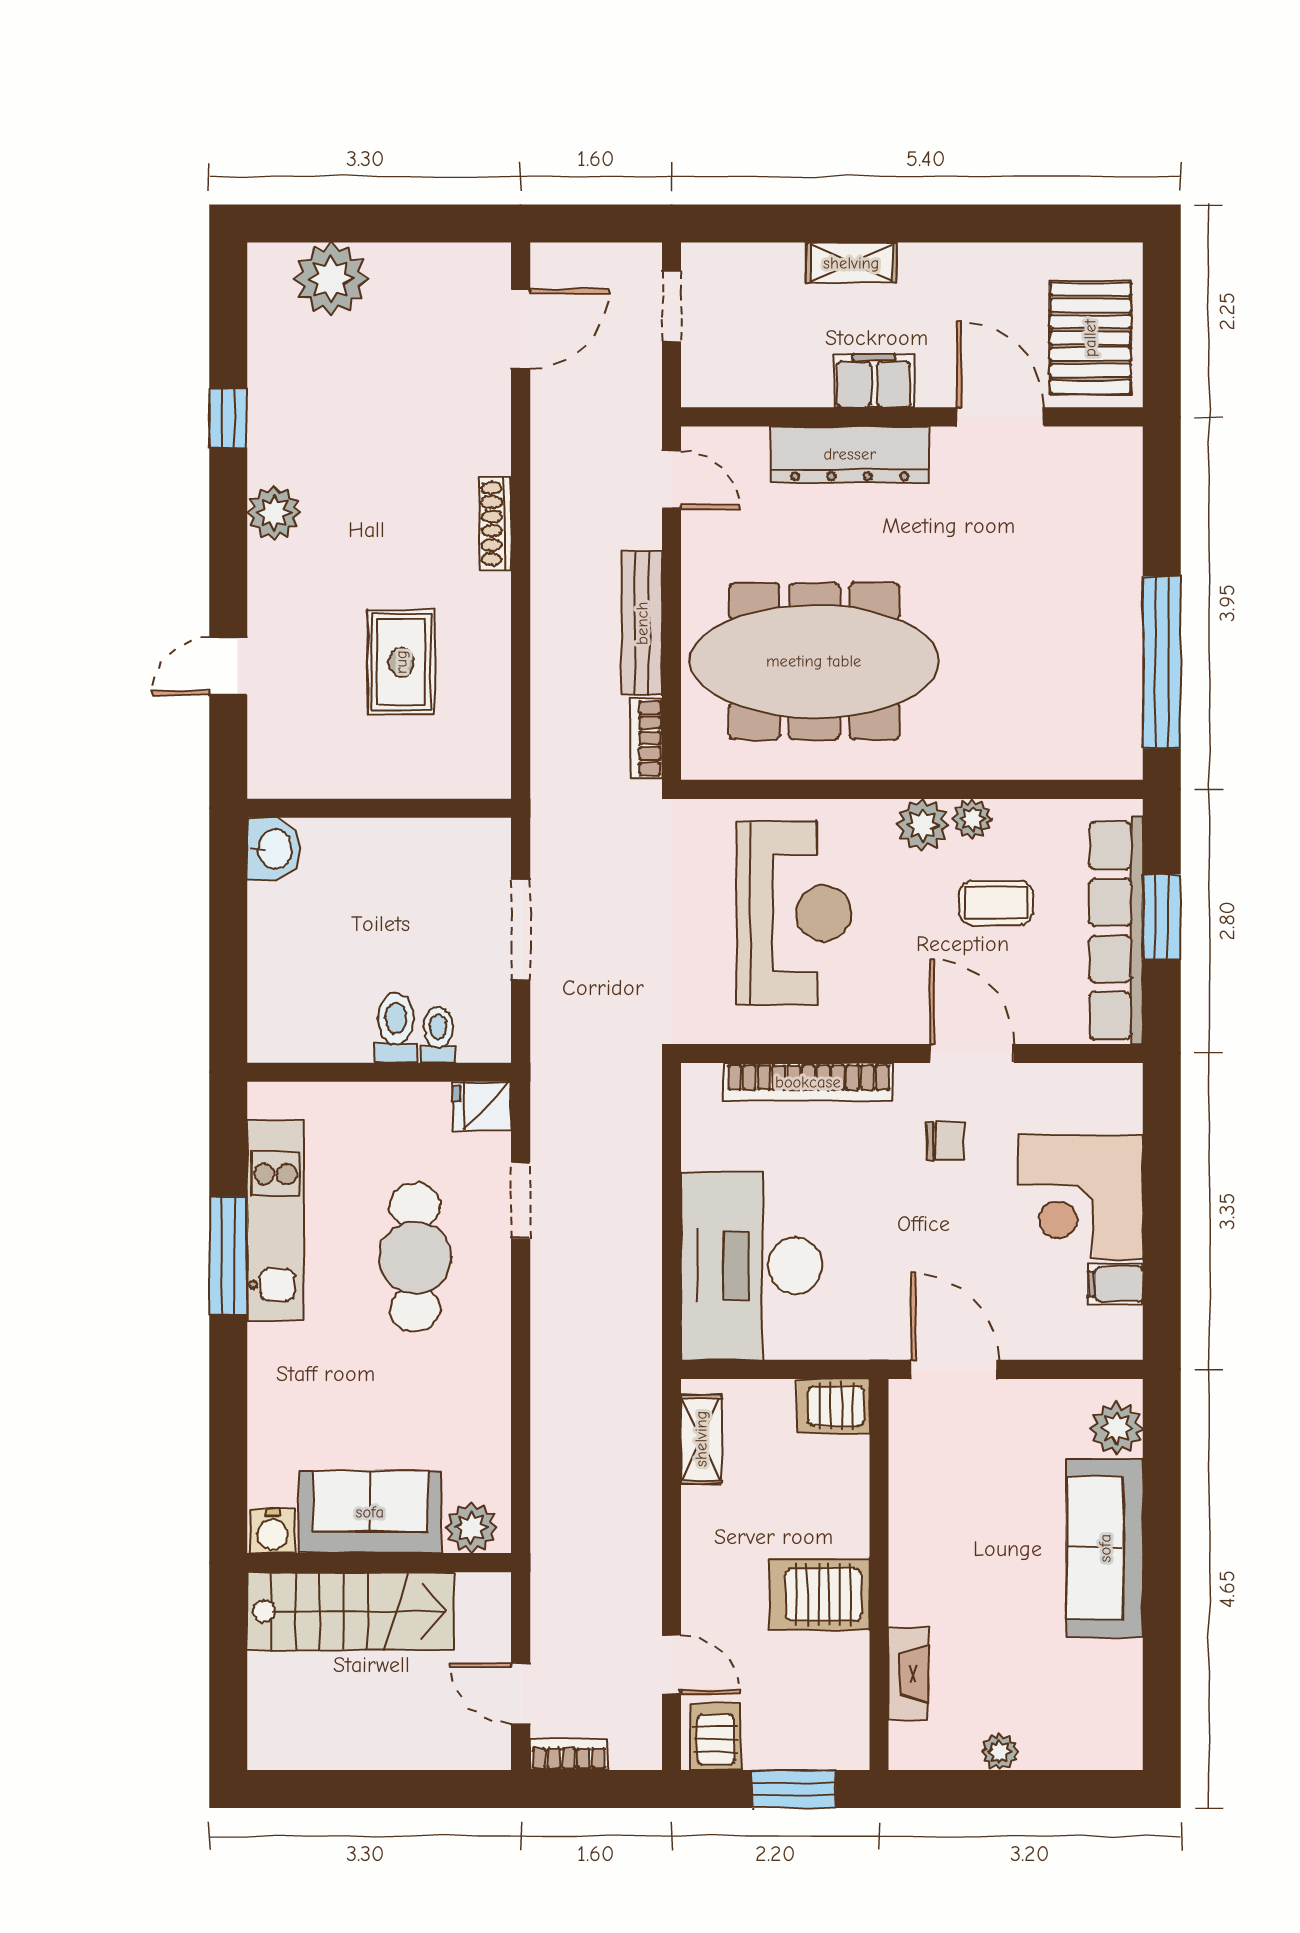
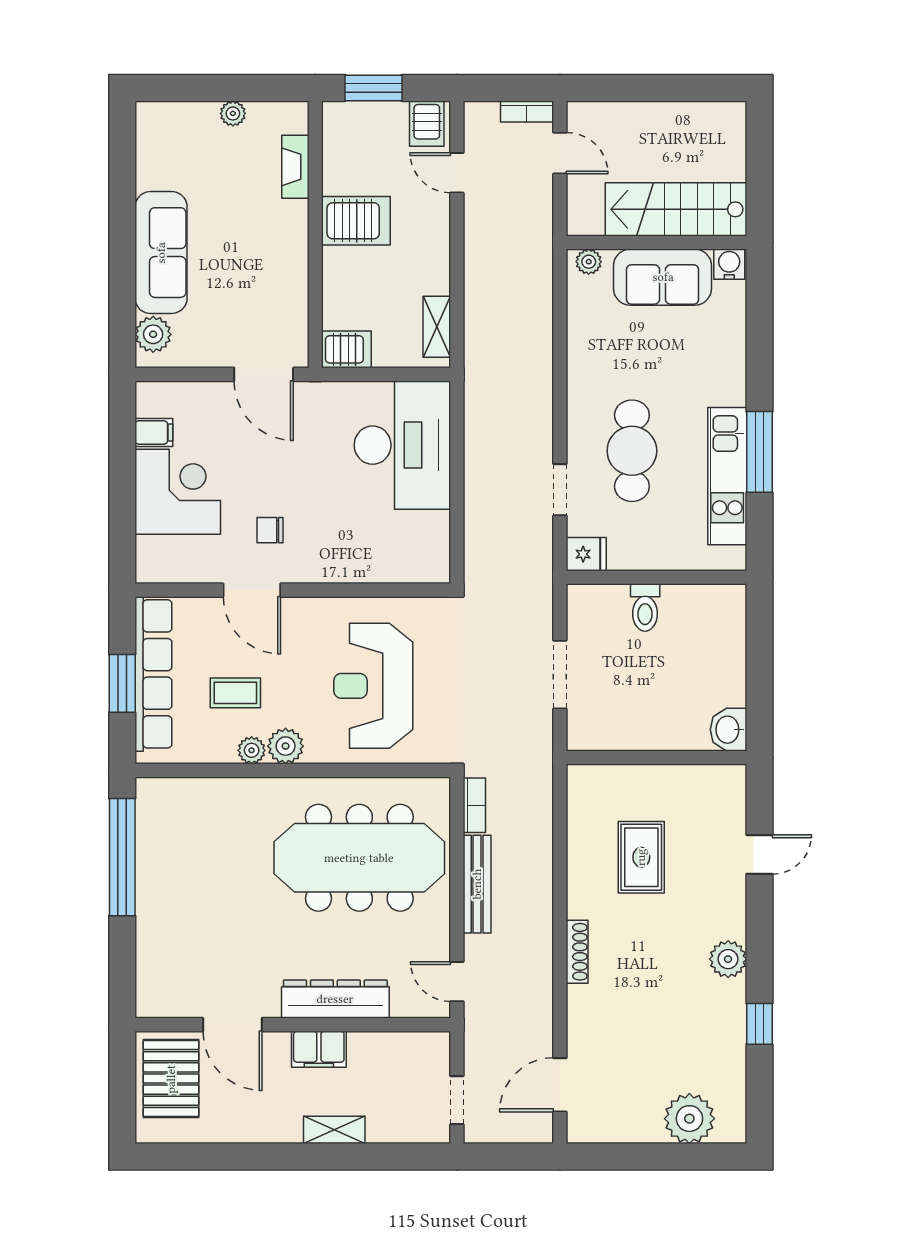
toilet: (438, 1035) -> (616, 603), removed
bookcase: (808, 1082) -> (363, 571), removed
plant: (471, 1528) -> (589, 262), width x0.73, depth x0.73

